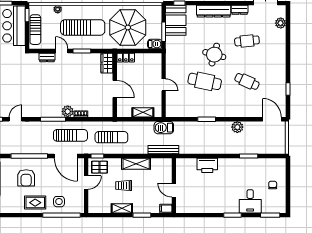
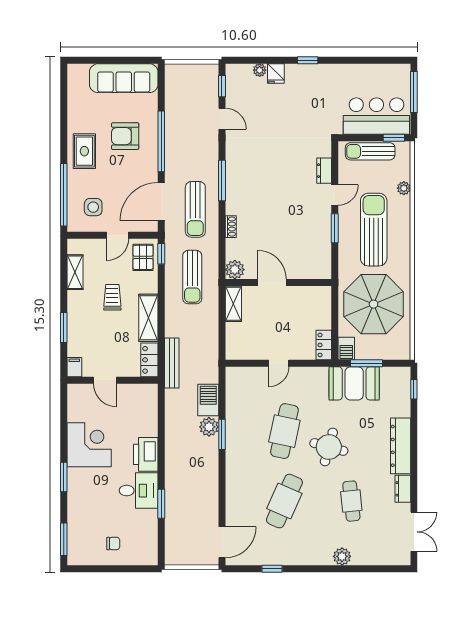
booth: (176, 20) -> (354, 383), moved
plant: (281, 23) -> (342, 556), moved
sun lounger: (83, 27) -> (374, 230), turned 180
locker: (126, 58) -> (324, 345), moved
wardrobe: (107, 63) -> (315, 270), removed
cafe table: (247, 81) -> (284, 501), width x1.37, depth x1.35
door: (115, 89) -> (272, 283), swing flipped
plant: (68, 111) -> (235, 270), moved
shelving: (143, 112) -> (233, 304), moved
plant: (237, 127) -> (209, 427), moved
barbecue: (164, 128) -> (208, 400), moved
locker: (162, 163) -> (149, 360), added
printer: (207, 165) -> (146, 454), moved
door: (86, 182) -> (118, 235), hinge flipped
door: (174, 190) -> (105, 380), swing flipped
corner desk: (213, 200) -> (89, 445), added
desk: (250, 201) -> (139, 491), moved, turned 180
side table: (59, 202) -> (93, 207), moved
shelving: (122, 208) -> (75, 272), moved

